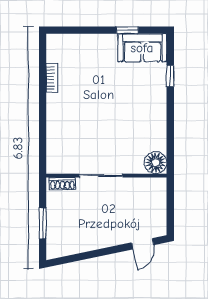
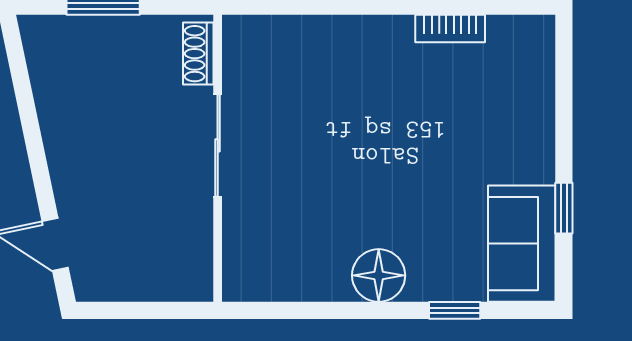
floor lamp: (156, 163) -> (379, 275), moved

